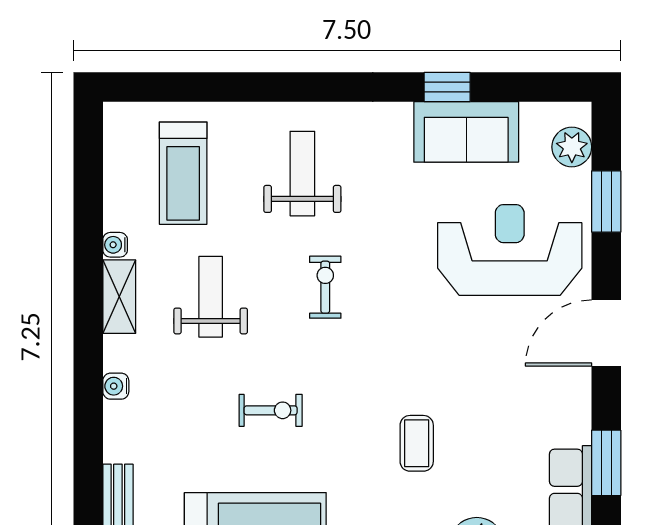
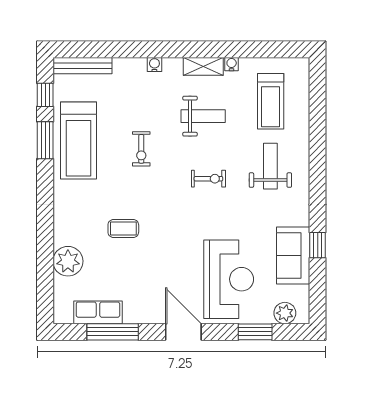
treadmill: (183, 173) -> (271, 101), turned -90
weight bench: (302, 174) -> (270, 166), turned -90
window: (606, 463) -> (113, 332), width x1.44

